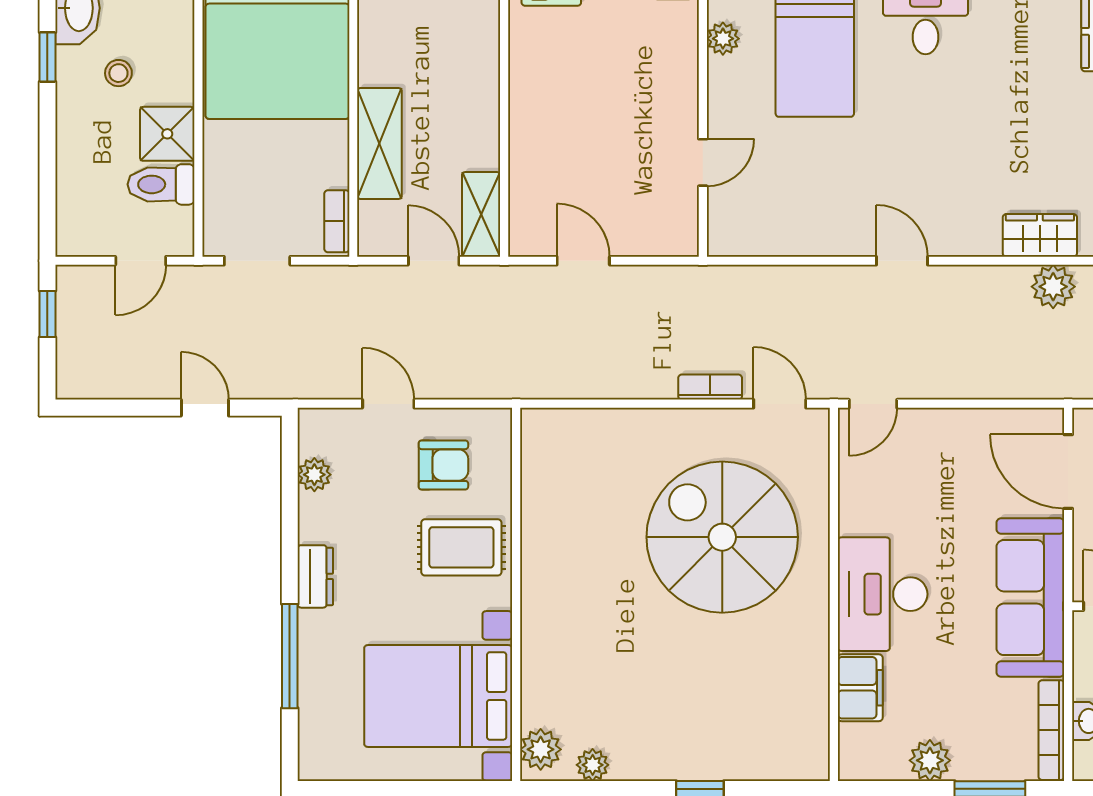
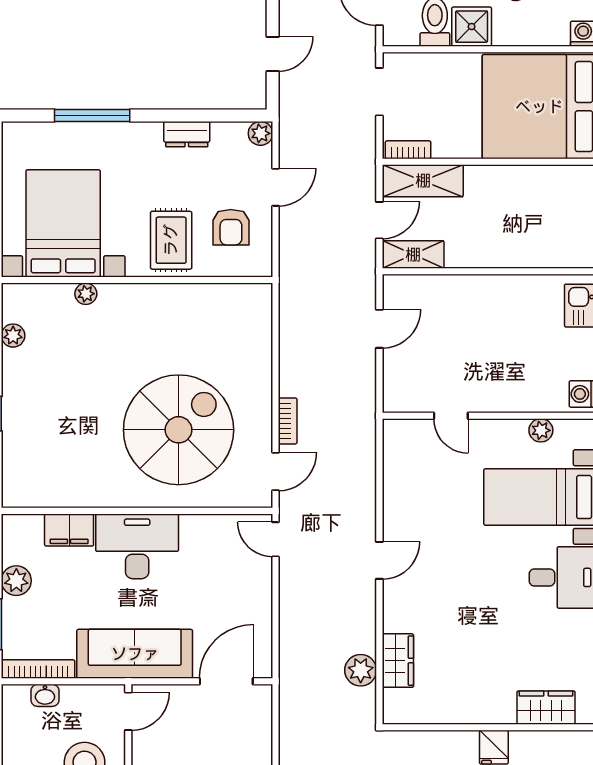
shelving: (379, 143) -> (423, 181), moved
plant: (314, 475) -> (260, 133), moved
dresser: (315, 576) -> (187, 134), moved
plant: (541, 749) -> (86, 294), moved, width x0.73, depth x0.73

